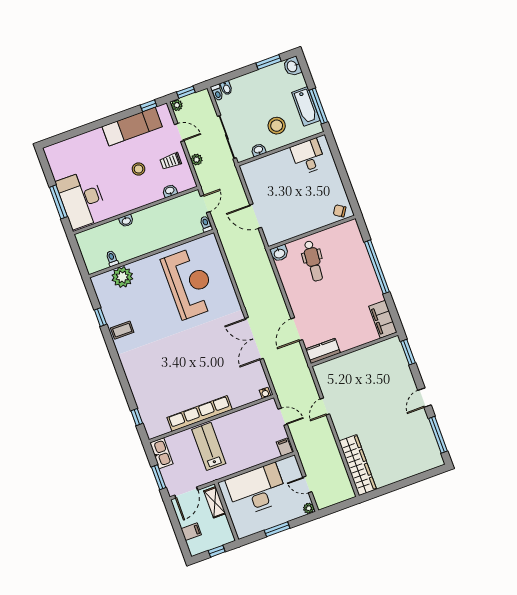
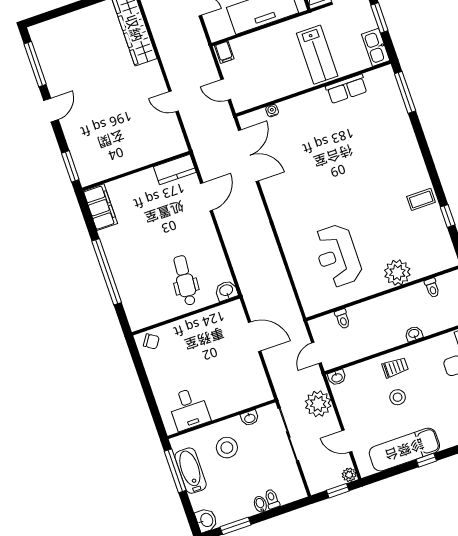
bidet: (226, 88) -> (260, 504), moved
toilet: (217, 93) -> (272, 499), moved
window: (149, 106) -> (426, 460), moved
plant: (197, 160) -> (318, 404), width x1.88, depth x1.88
trolley: (171, 161) -> (395, 367), moved
washbasin: (170, 191) -> (337, 377), moved
toilet: (206, 224) -> (343, 319), moved
plant: (122, 277) -> (397, 273), moved
reception desk: (189, 283) -> (337, 256), width x0.74, depth x0.77
double door: (254, 339) -> (248, 156), moved
water cooler: (265, 393) -> (272, 111), moved
door: (325, 406) -> (174, 101), swing flipped
row of seats: (200, 413) -> (347, 89), width x0.50
window: (137, 417) -> (405, 92), width x2.17

